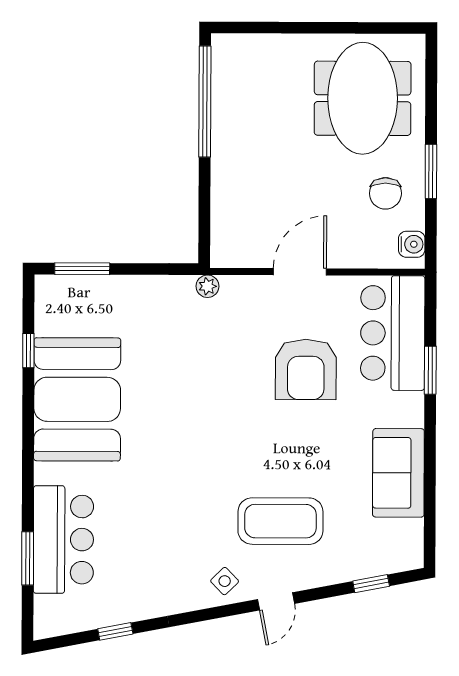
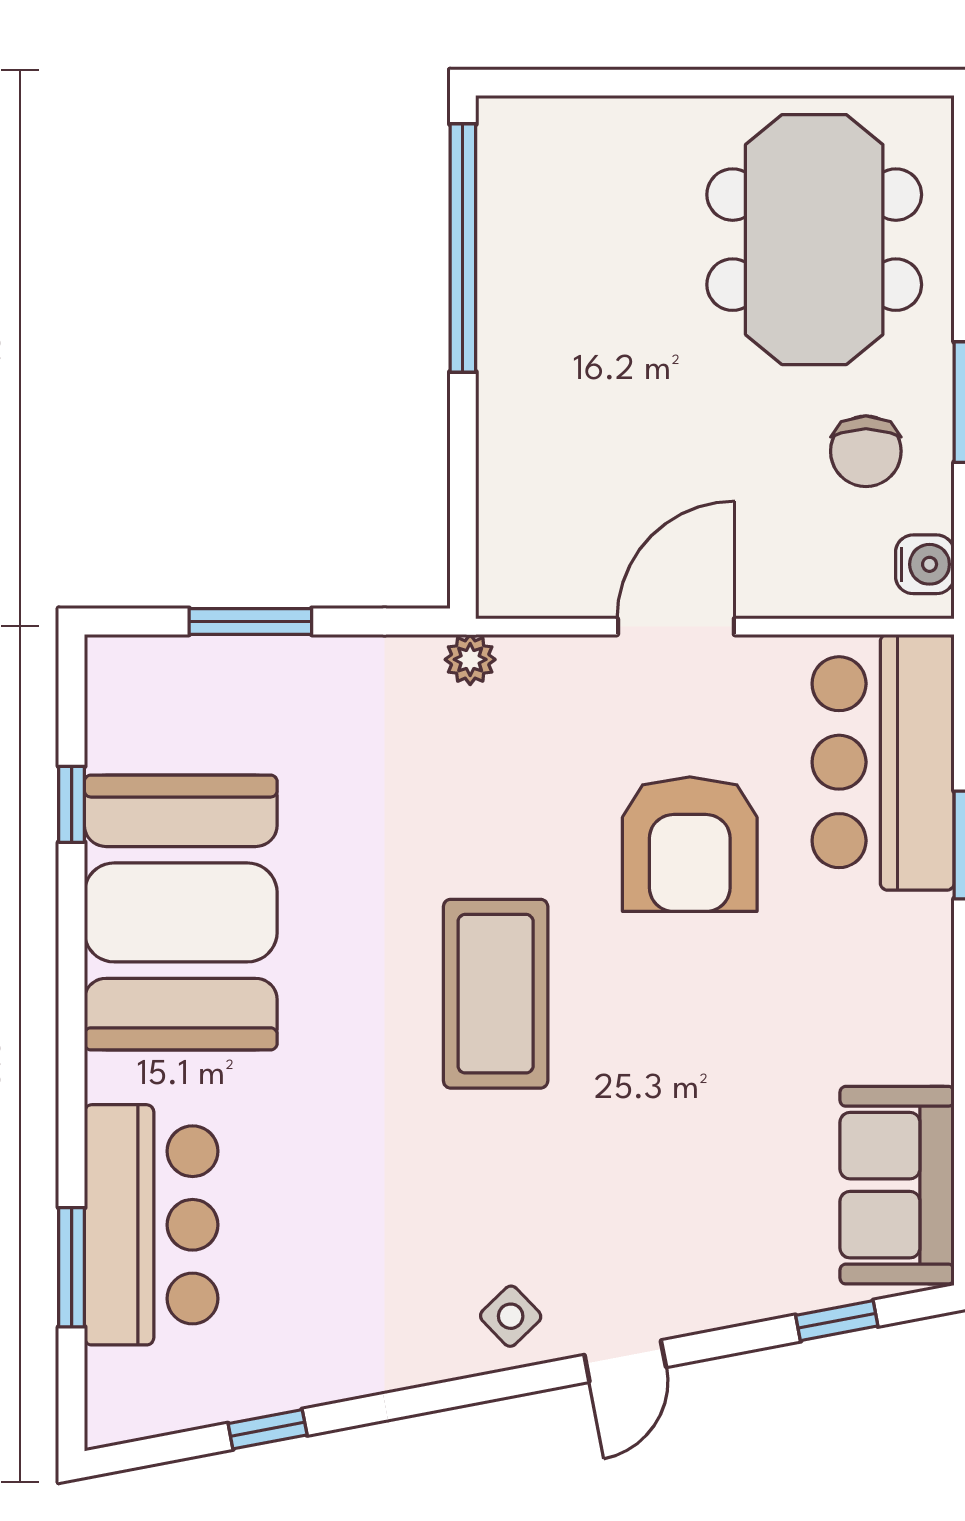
window: (82, 269) -> (250, 621), moved
sofa: (398, 473) -> (897, 1185), moved
coffee table: (280, 521) -> (496, 994), moved, turned 90

